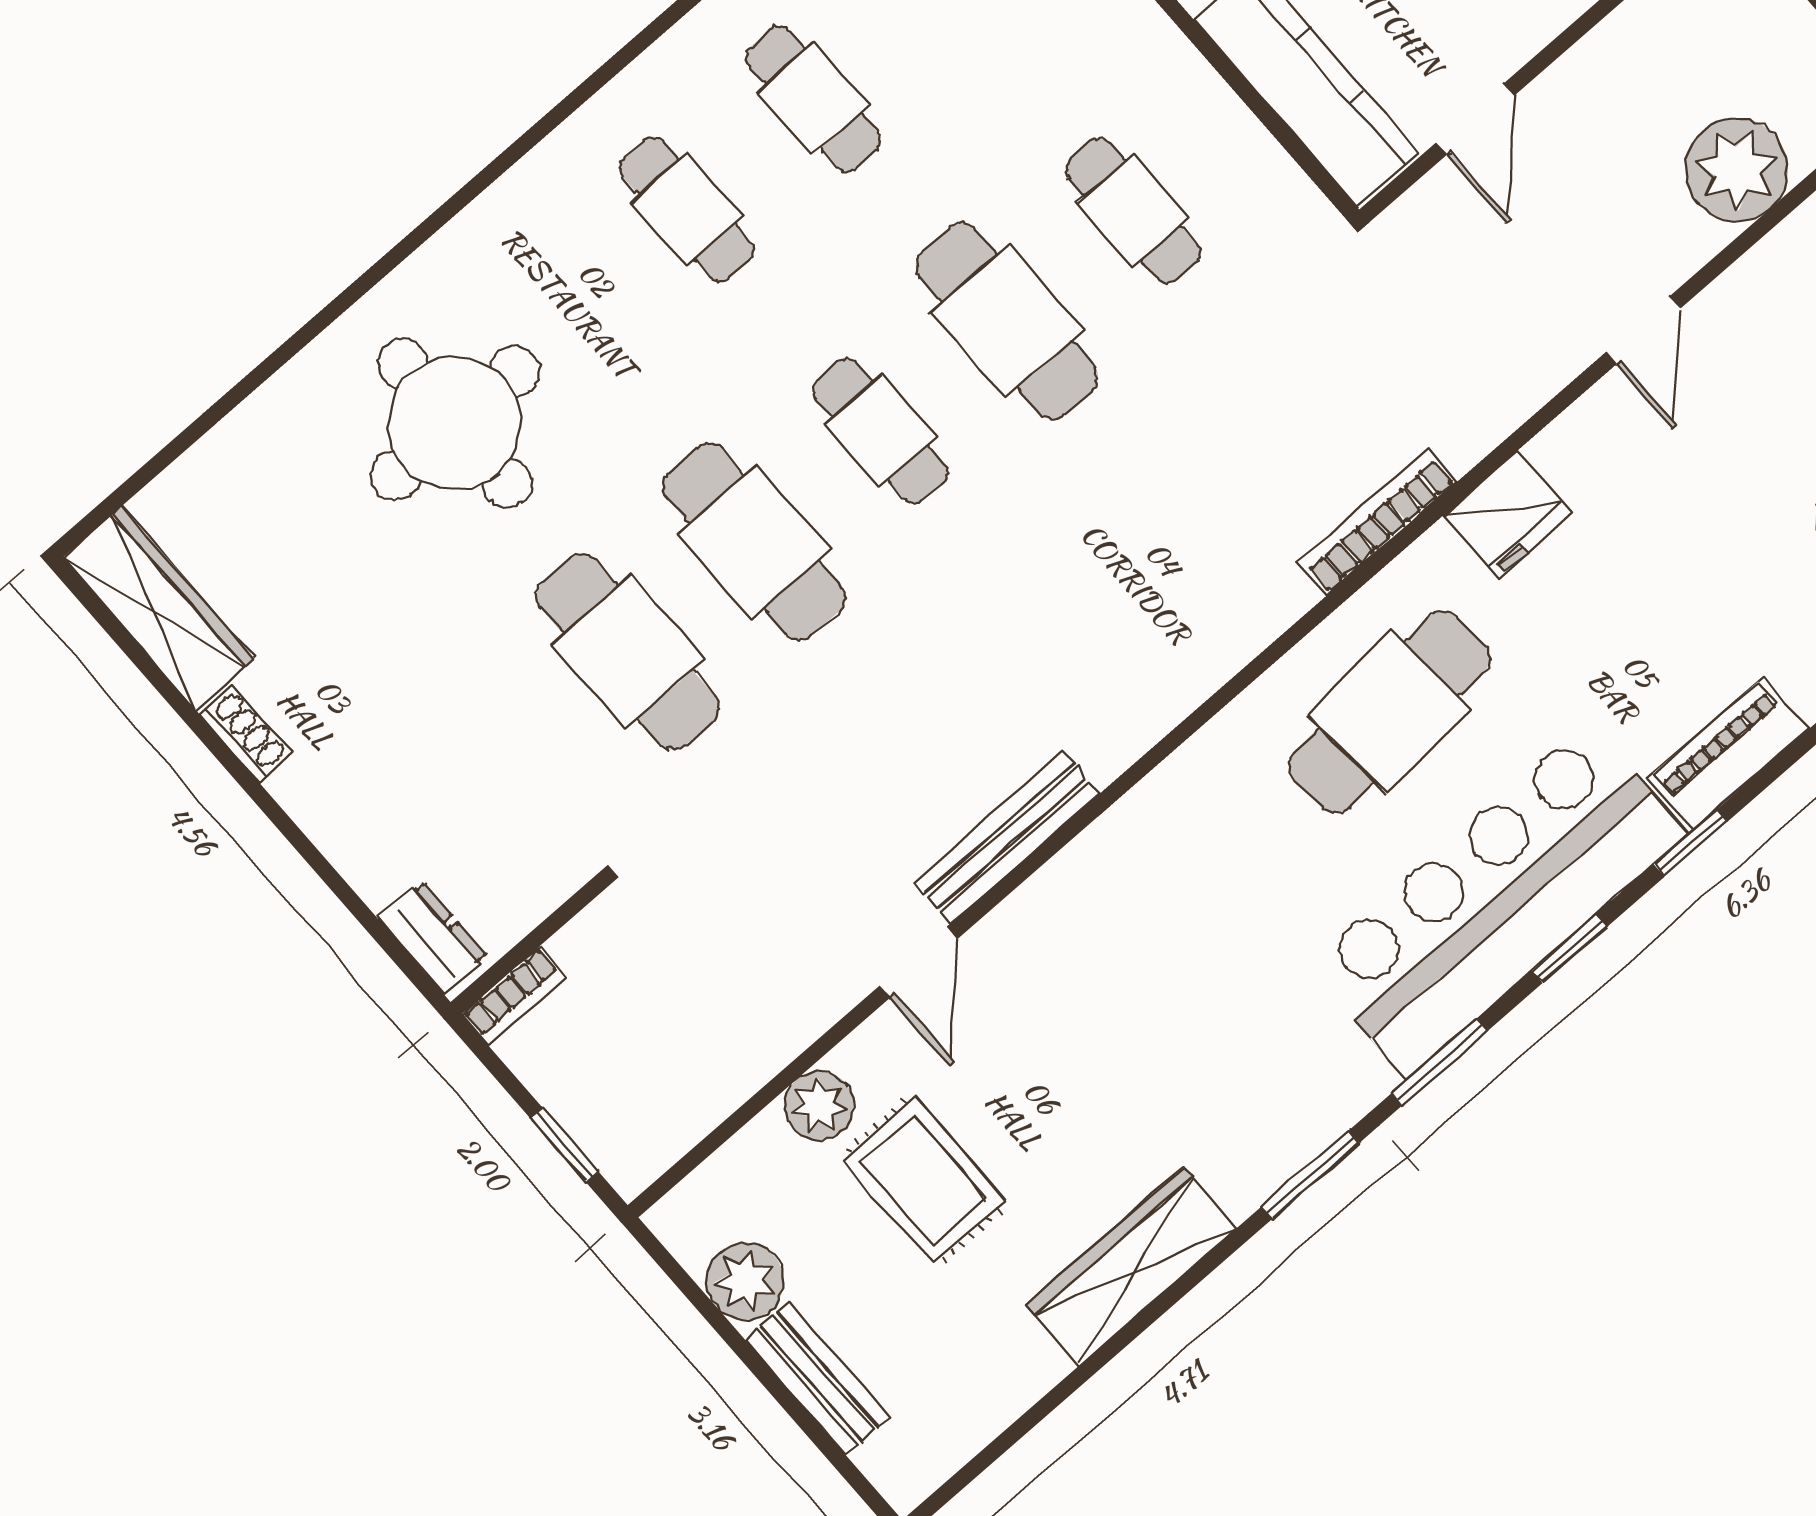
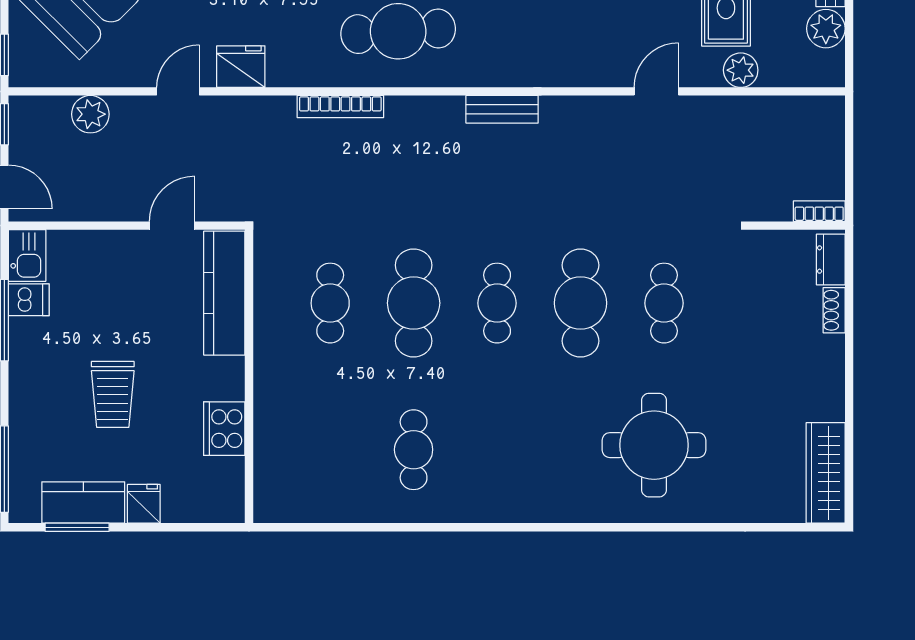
plant: (1737, 170) -> (90, 114), width x0.73, depth x0.73
cafe table: (687, 209) -> (497, 450), removed
fridge: (1508, 515) -> (241, 67), moved
cafe table: (628, 652) -> (664, 303), width x0.73, depth x0.74
shoe rack: (246, 734) -> (834, 310), moved
bench: (1007, 838) -> (502, 109), moved, width x0.73
window: (565, 1145) -> (849, 139), removed

